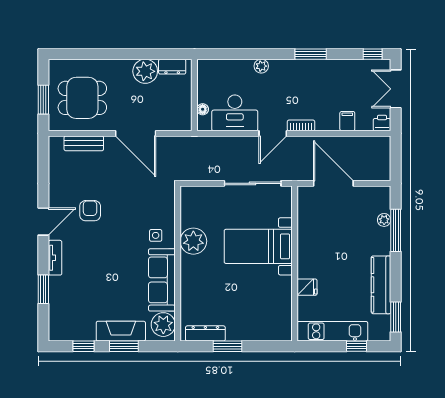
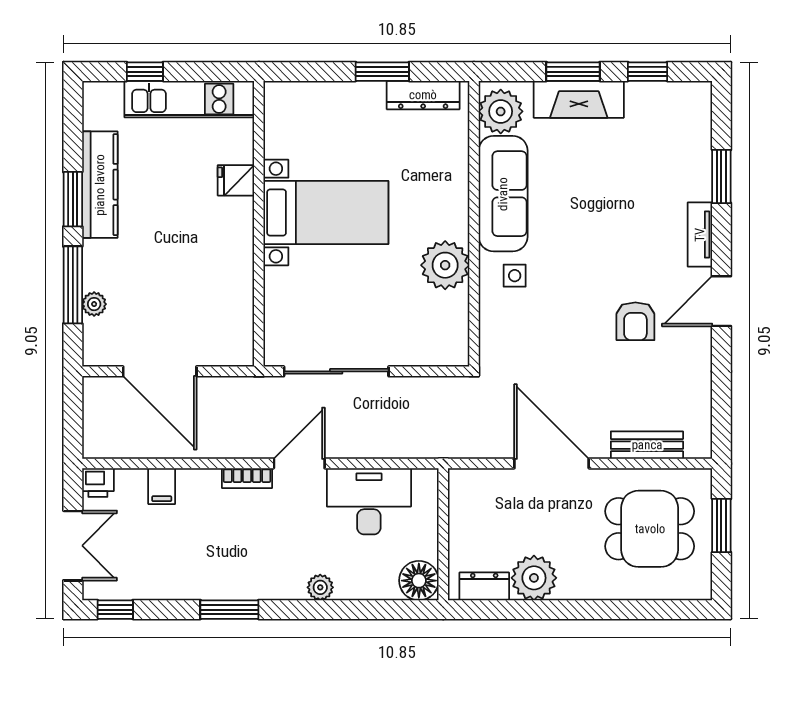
floor lamp: (203, 109) -> (419, 581), moved, width x1.89, depth x1.89
door: (333, 183) -> (160, 371), moved
bed with nightstands: (258, 246) -> (326, 213), moved
window: (396, 317) -> (73, 199), moved

